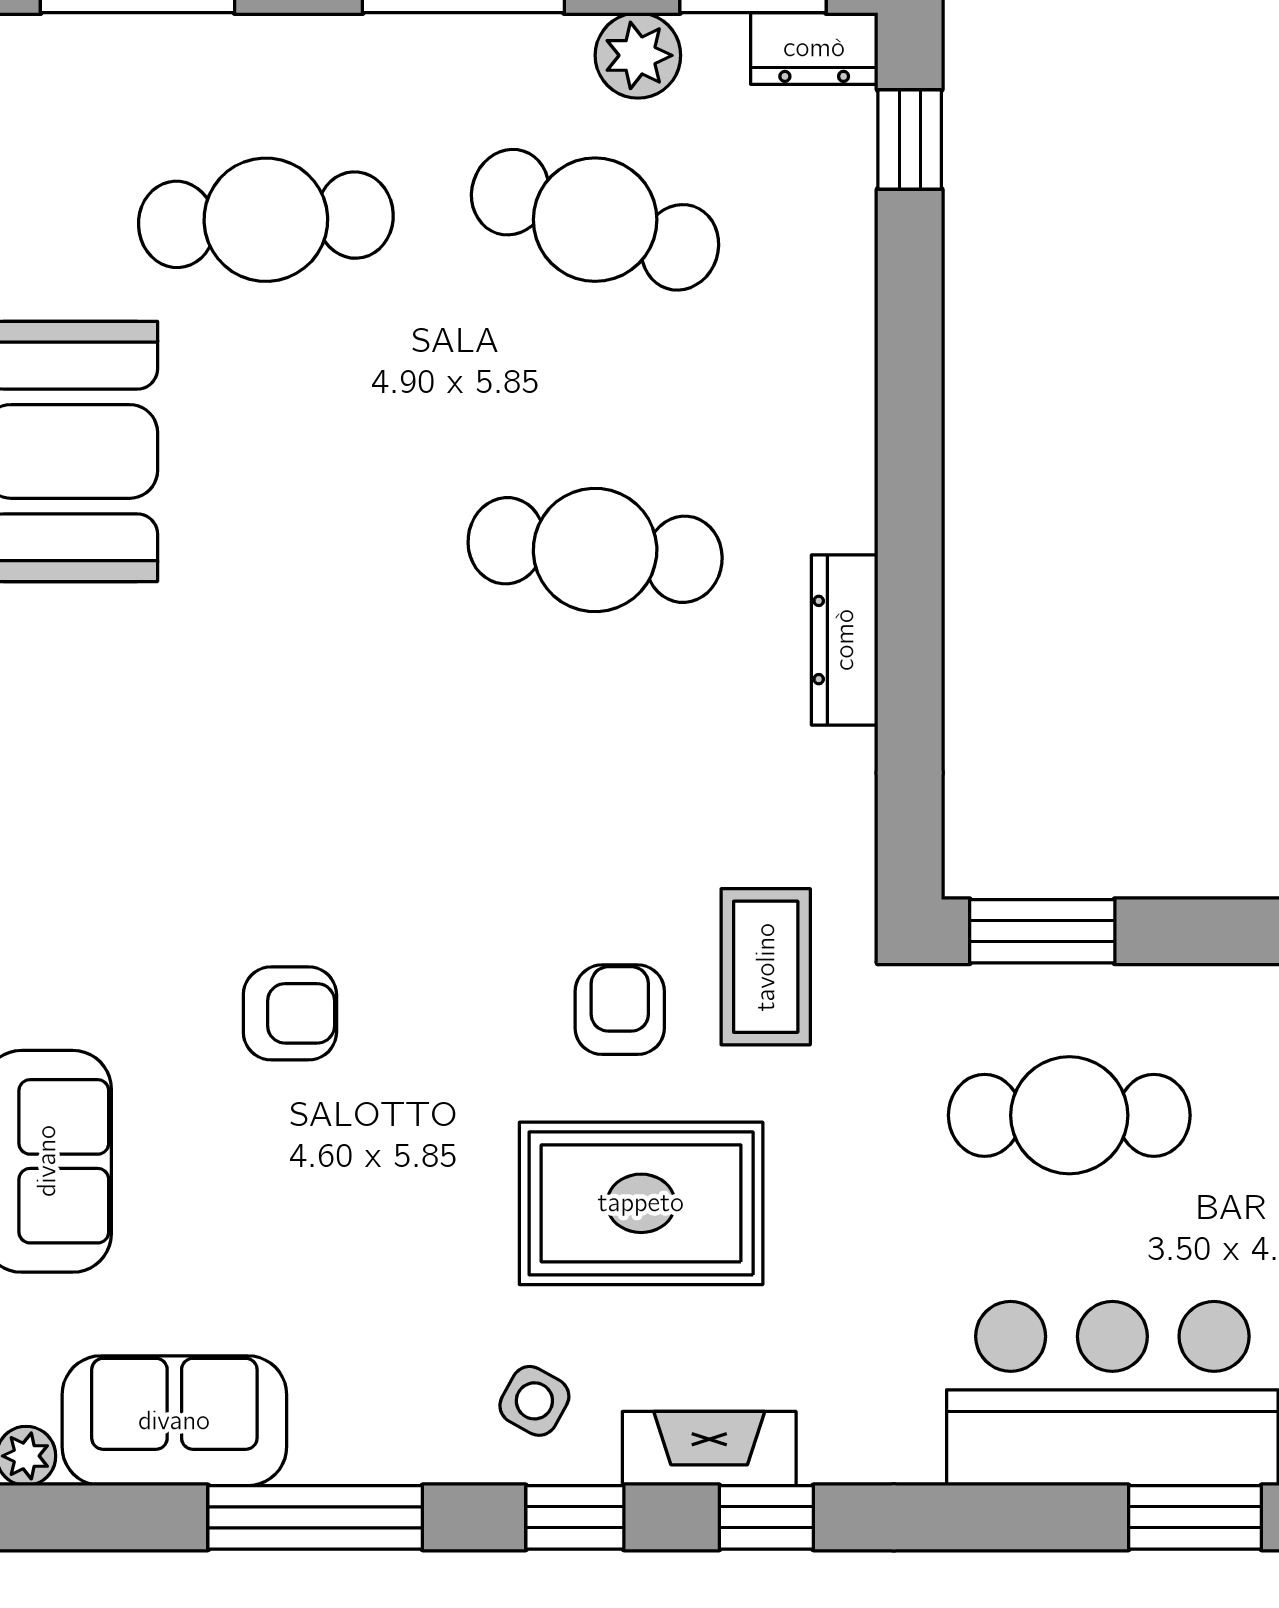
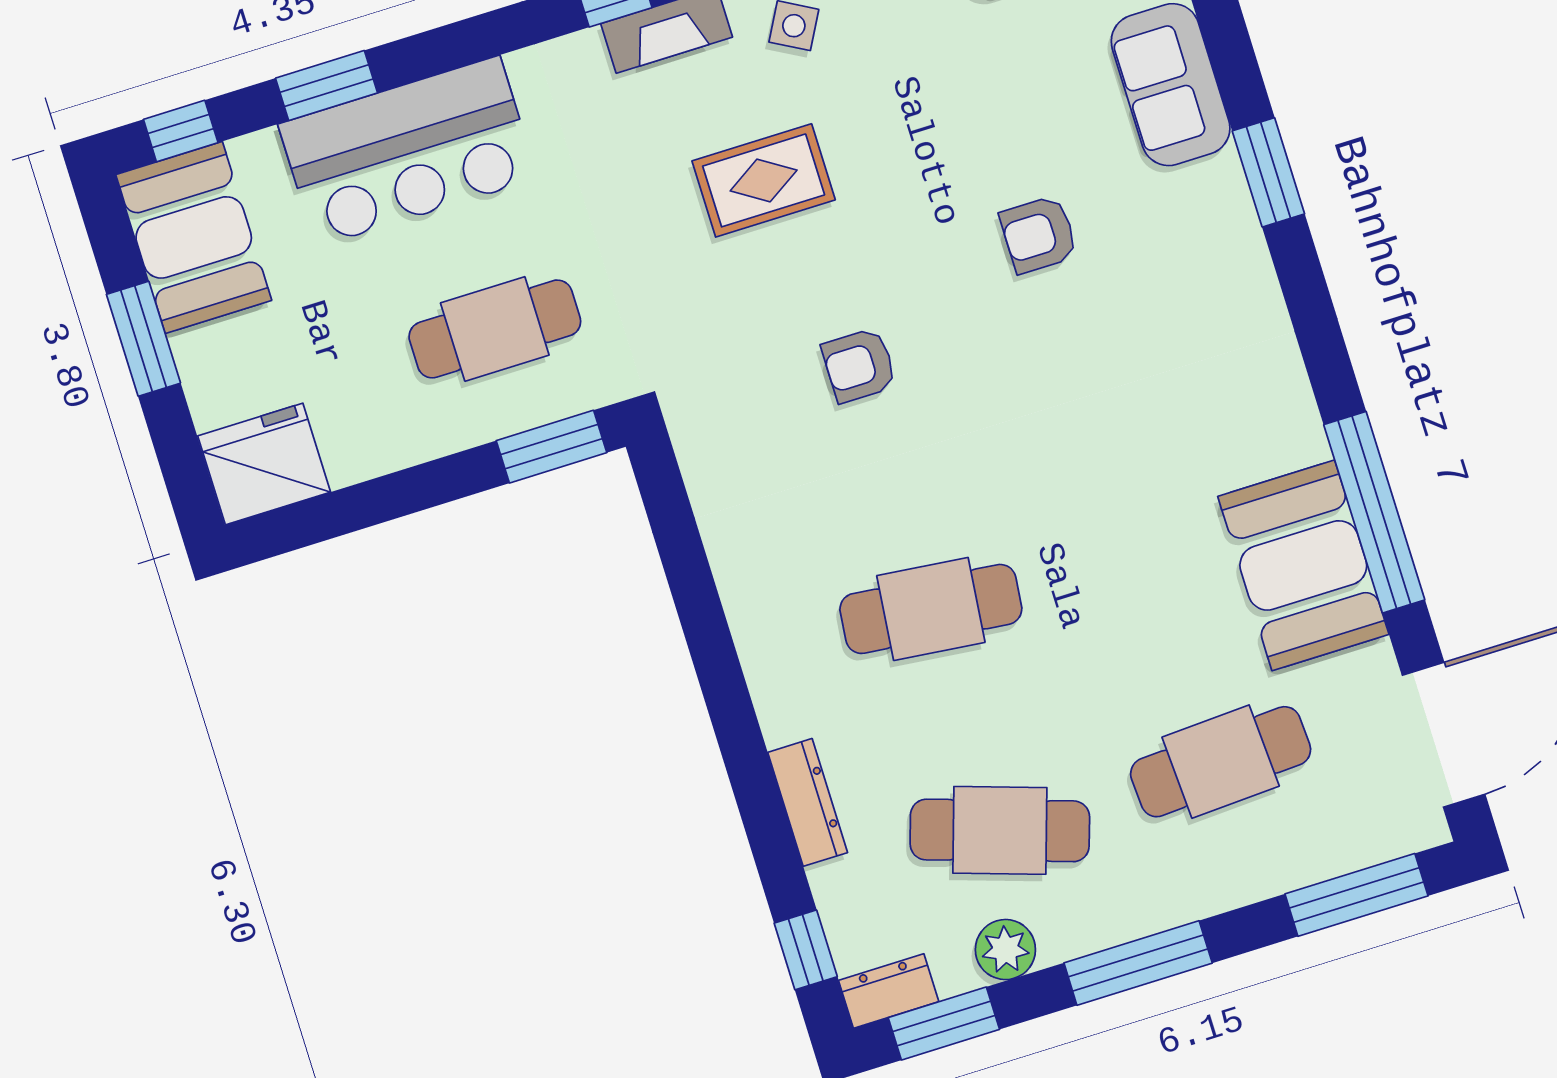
dresser: (845, 640) -> (808, 802), moved
coffee table: (766, 967) -> (729, 365), removed
armchair: (620, 1010) -> (859, 365), moved, turned 90
rug: (641, 1203) -> (764, 180), width x0.73, depth x0.70

